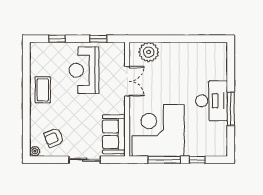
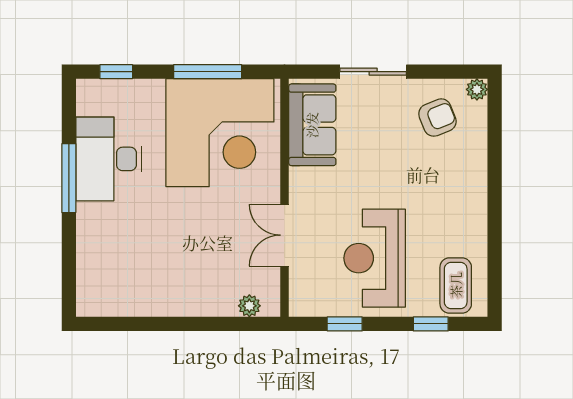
plant: (149, 52) -> (249, 306), width x0.53, depth x0.53
reception desk: (84, 70) -> (375, 258), turned 180
coffee table: (43, 90) -> (456, 285), moved
desk: (212, 101) -> (109, 159), moved
window: (197, 160) -> (116, 72), moved

